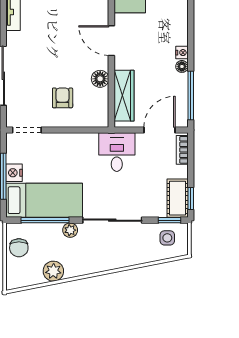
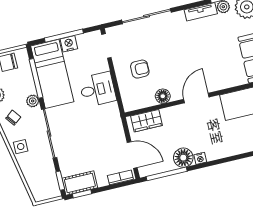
floor lamp: (182, 66) -> (183, 158), width x1.89, depth x1.89
wardrobe: (124, 96) -> (147, 121), width x0.67
desk: (117, 152) -> (98, 89), moved
side table: (167, 238) -> (21, 147), moved
chair: (84, 257) -> (13, 118), added

